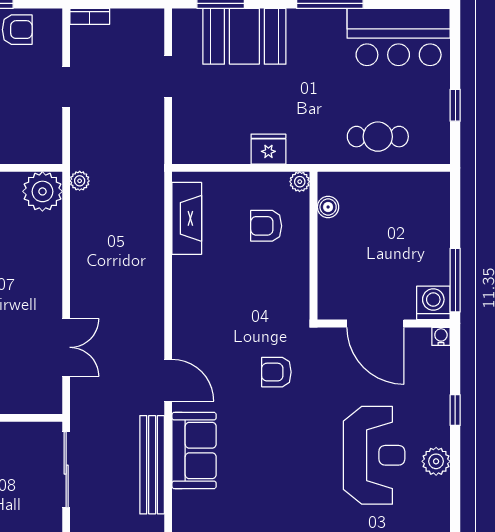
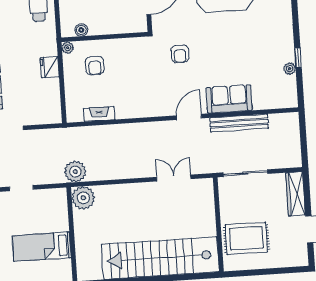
plant: (80, 181) -> (75, 172), width x1.88, depth x1.88
fireplace: (187, 218) -> (99, 114), width x0.73, depth x0.76

